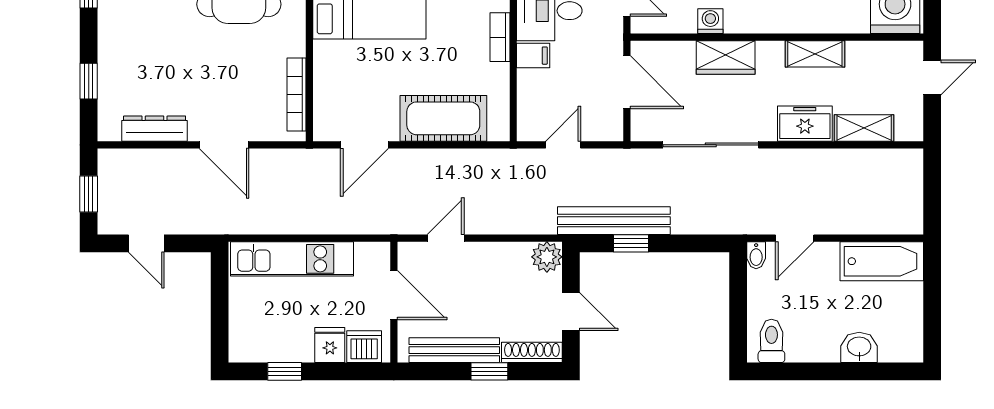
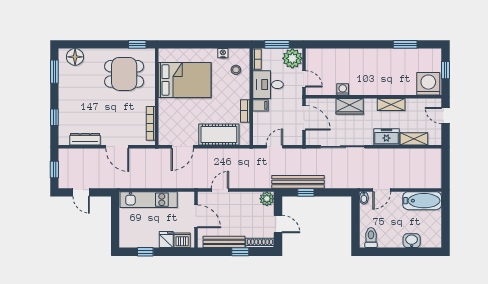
bookcase: (500, 37) -> (245, 111), moved
door: (932, 77) -> (445, 116), swing flipped

